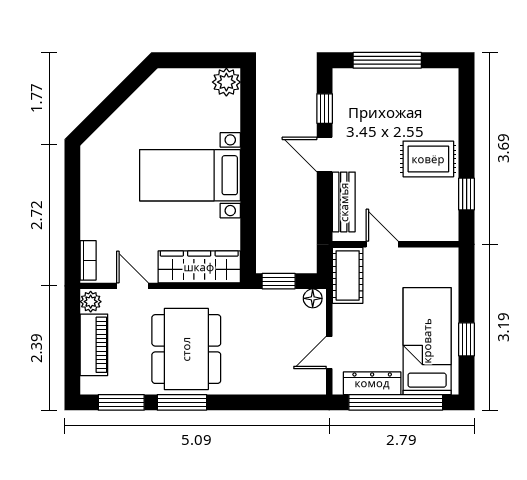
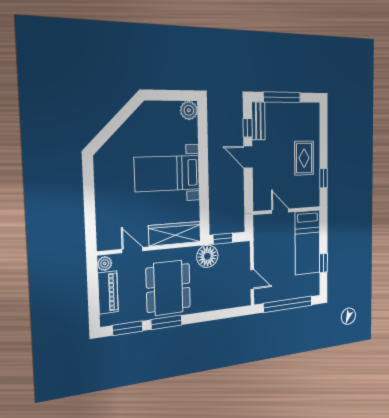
rug: (428, 159) -> (304, 158), turned 90
bench: (344, 202) -> (258, 121), moved
bookcase: (88, 260) -> (102, 235), removed
cot: (348, 275) -> (262, 232), removed
floor lamp: (313, 298) -> (207, 256), moved, width x1.89, depth x1.89
bed: (427, 341) -> (308, 242), moved, turned 180
door: (329, 352) -> (252, 279), swing flipped
dresser: (372, 383) -> (275, 295), removed

